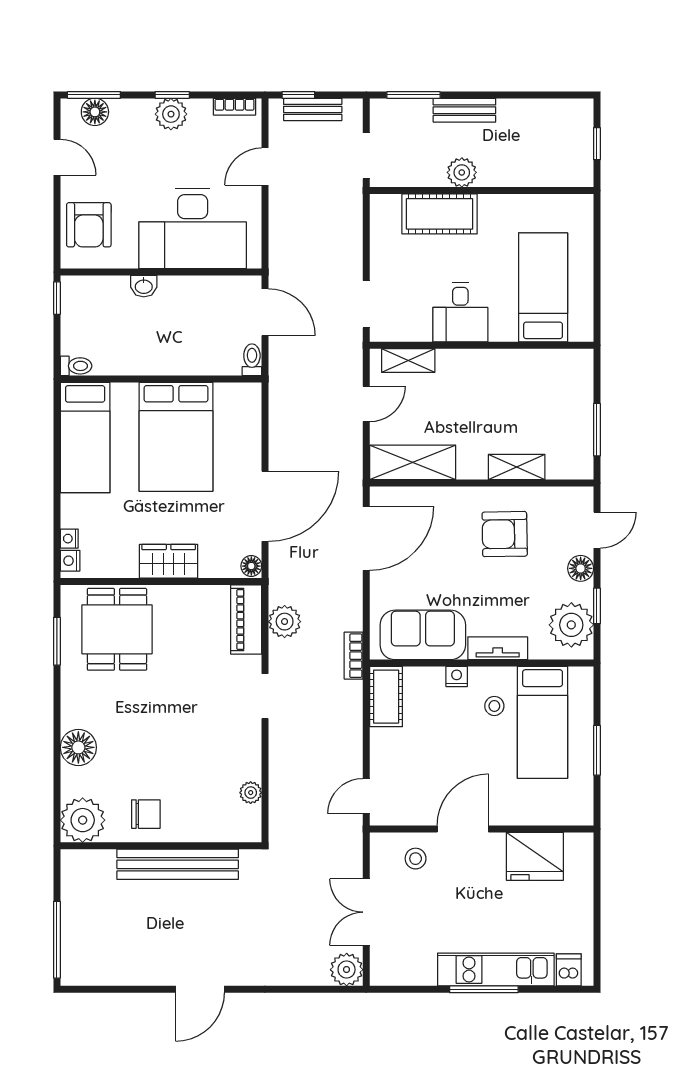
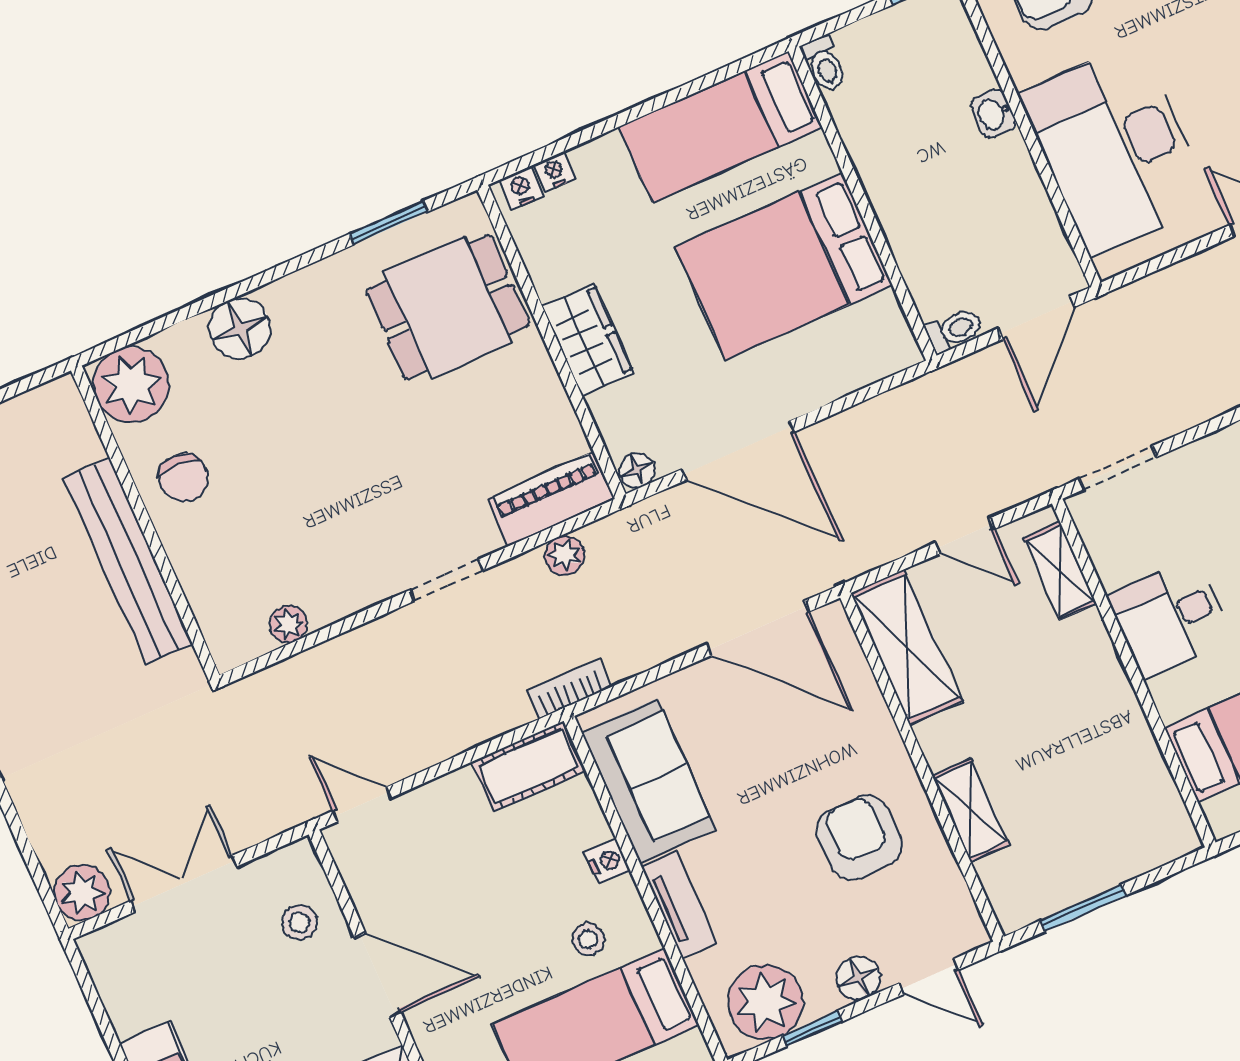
plant: (285, 622) -> (565, 556), width x0.73, depth x0.73

